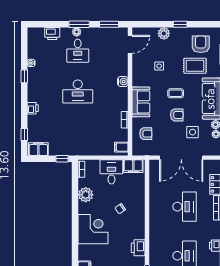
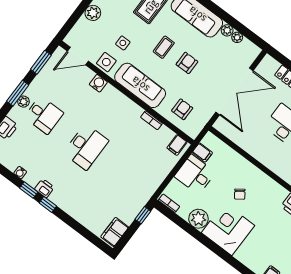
door: (130, 44) -> (78, 56), swing flipped
water cooler: (123, 82) -> (98, 83), moved
sofa: (141, 102) -> (140, 85), width x1.36
printer: (33, 108) -> (44, 188), moved
side table: (192, 132) -> (106, 62), moved
window: (24, 135) -> (48, 205), moved
filing cabinet: (133, 166) -> (202, 153), width x0.50
corner desk: (93, 229) -> (228, 229), moved

